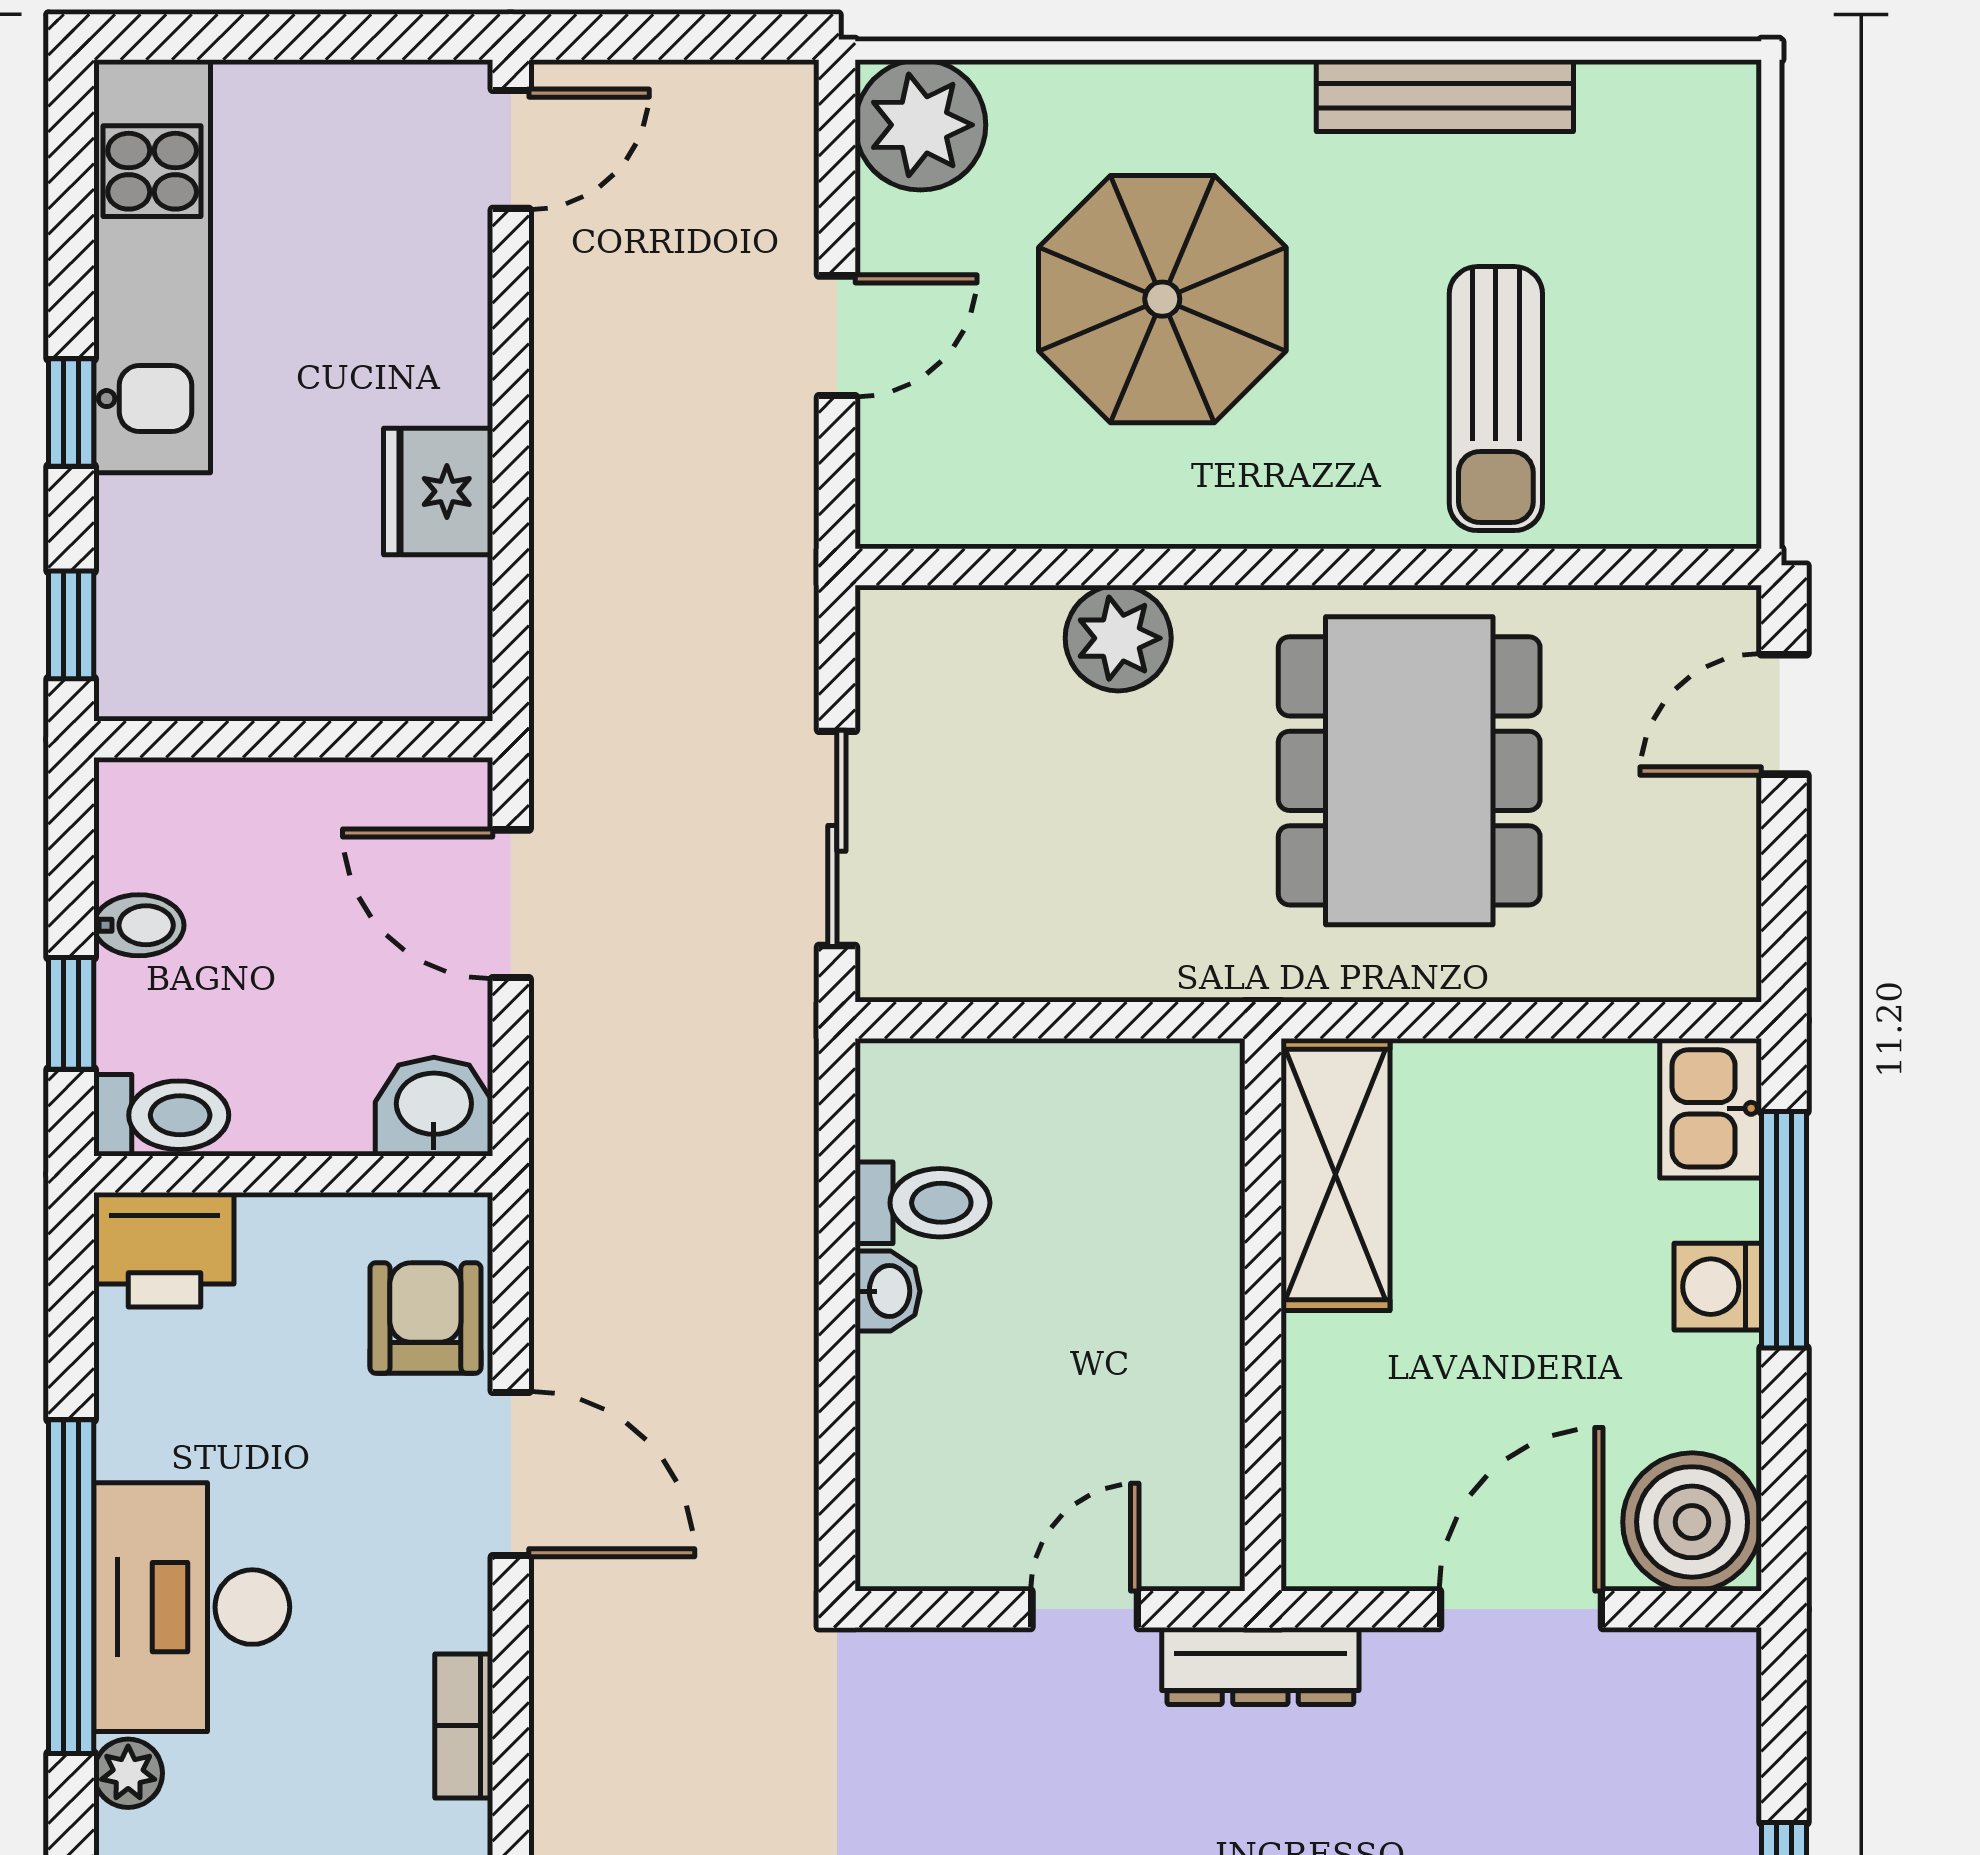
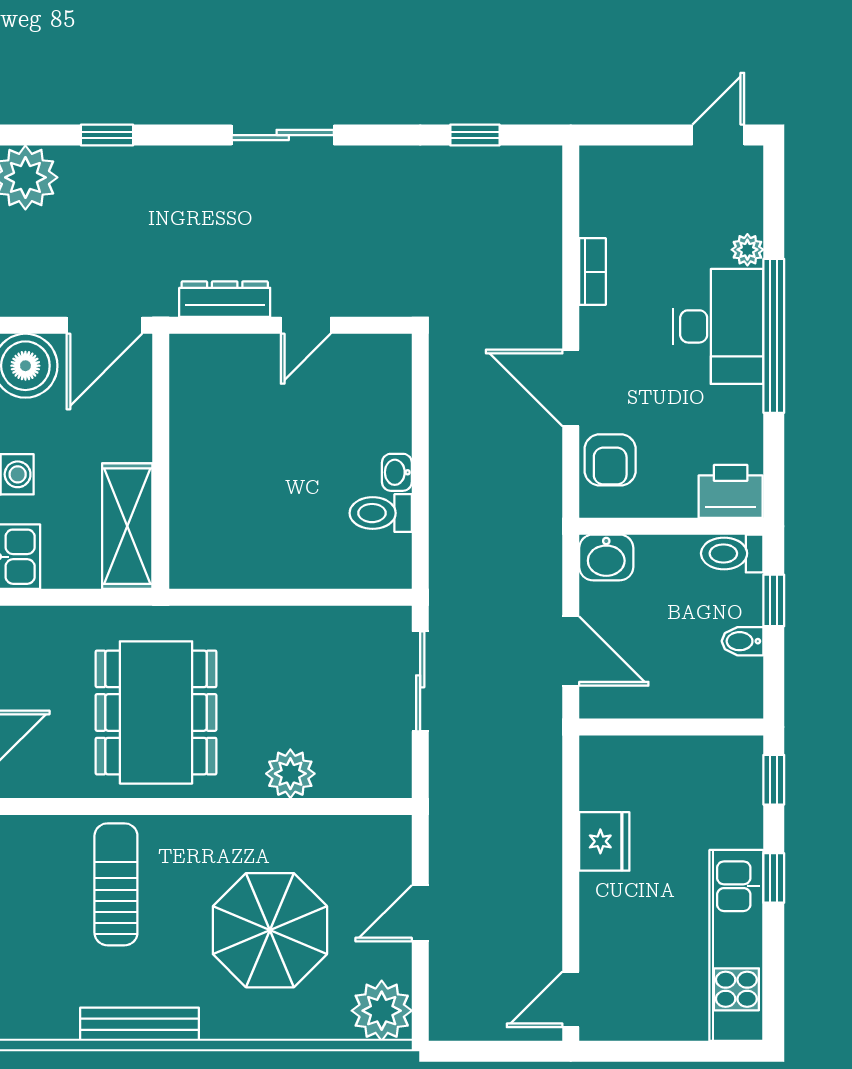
shelving: (1335, 1175) -> (127, 526), moved
wall: (1263, 1315) -> (161, 461), moved

